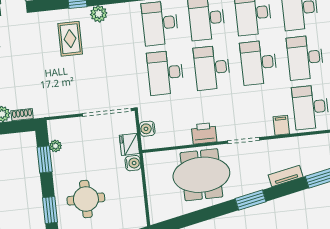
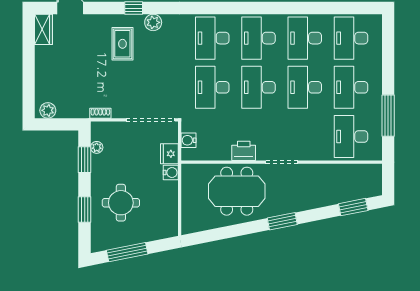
shoe rack: (22, 115) -> (100, 113), moved
filing cabinet: (281, 125) -> (320, 151), removed
tv unit: (286, 176) -> (319, 201), removed

